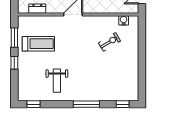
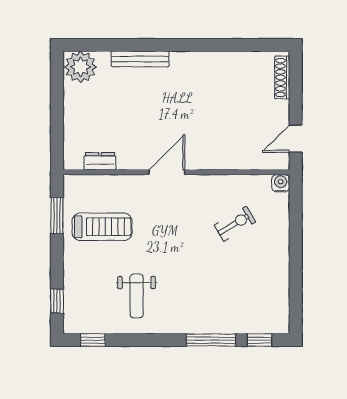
water cooler: (124, 20) -> (281, 183), moved
window: (14, 63) -> (57, 301), moved
window: (86, 104) -> (211, 340), moved

